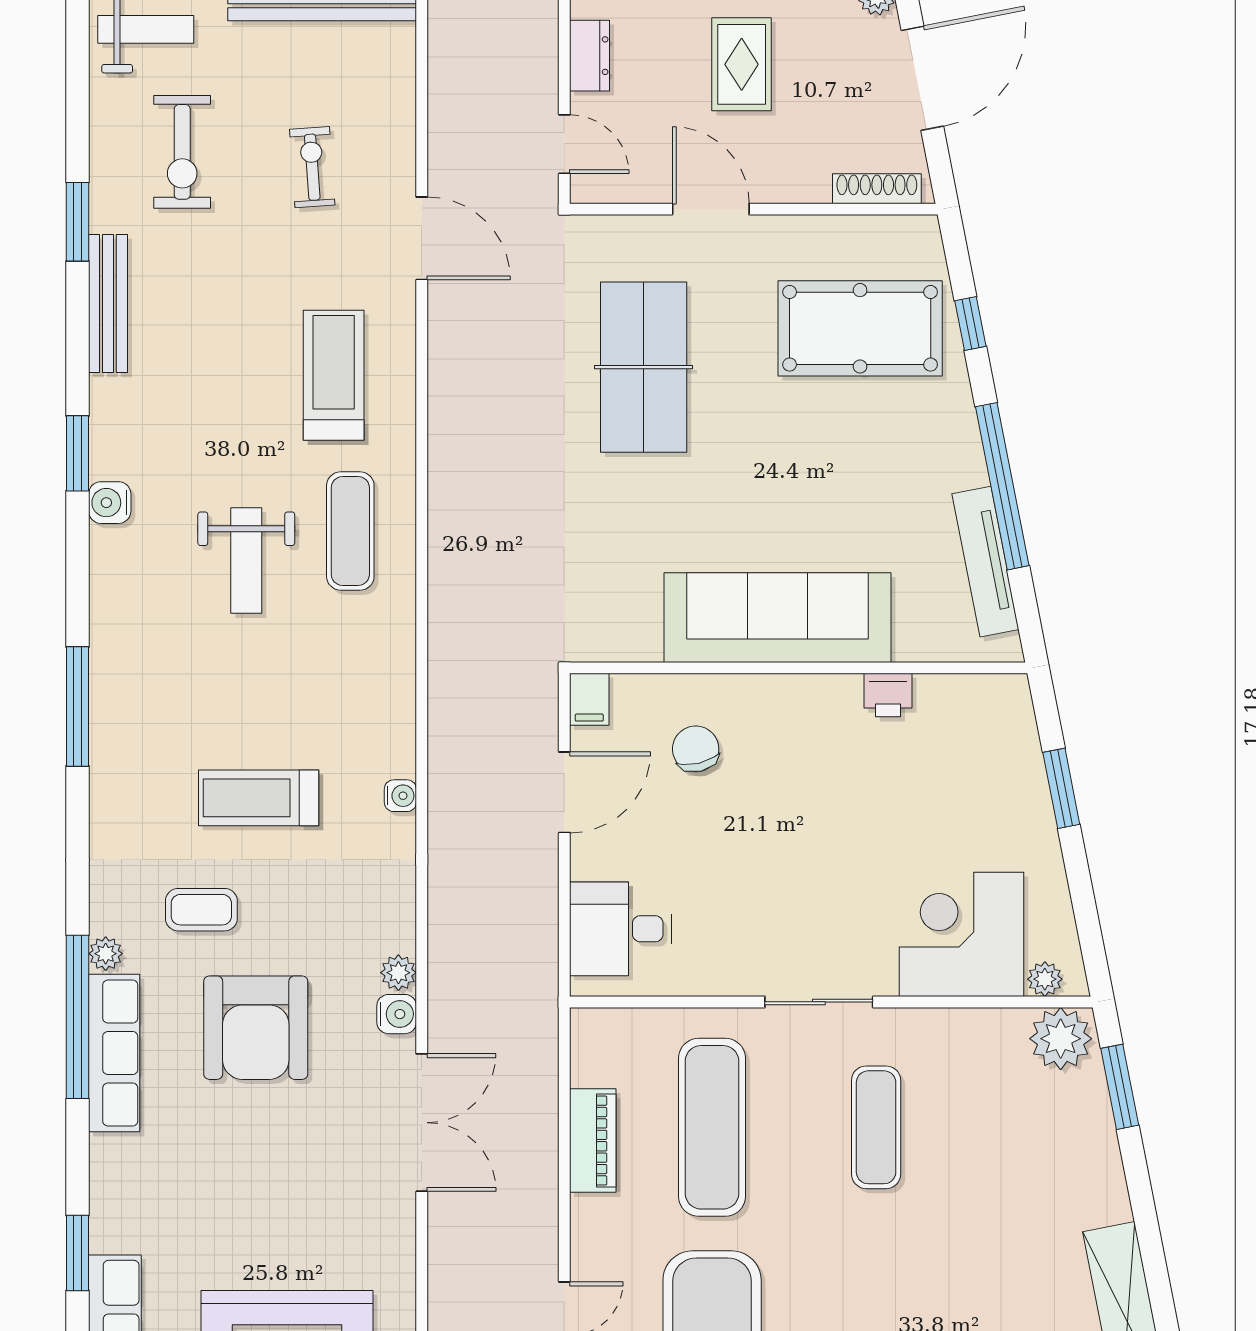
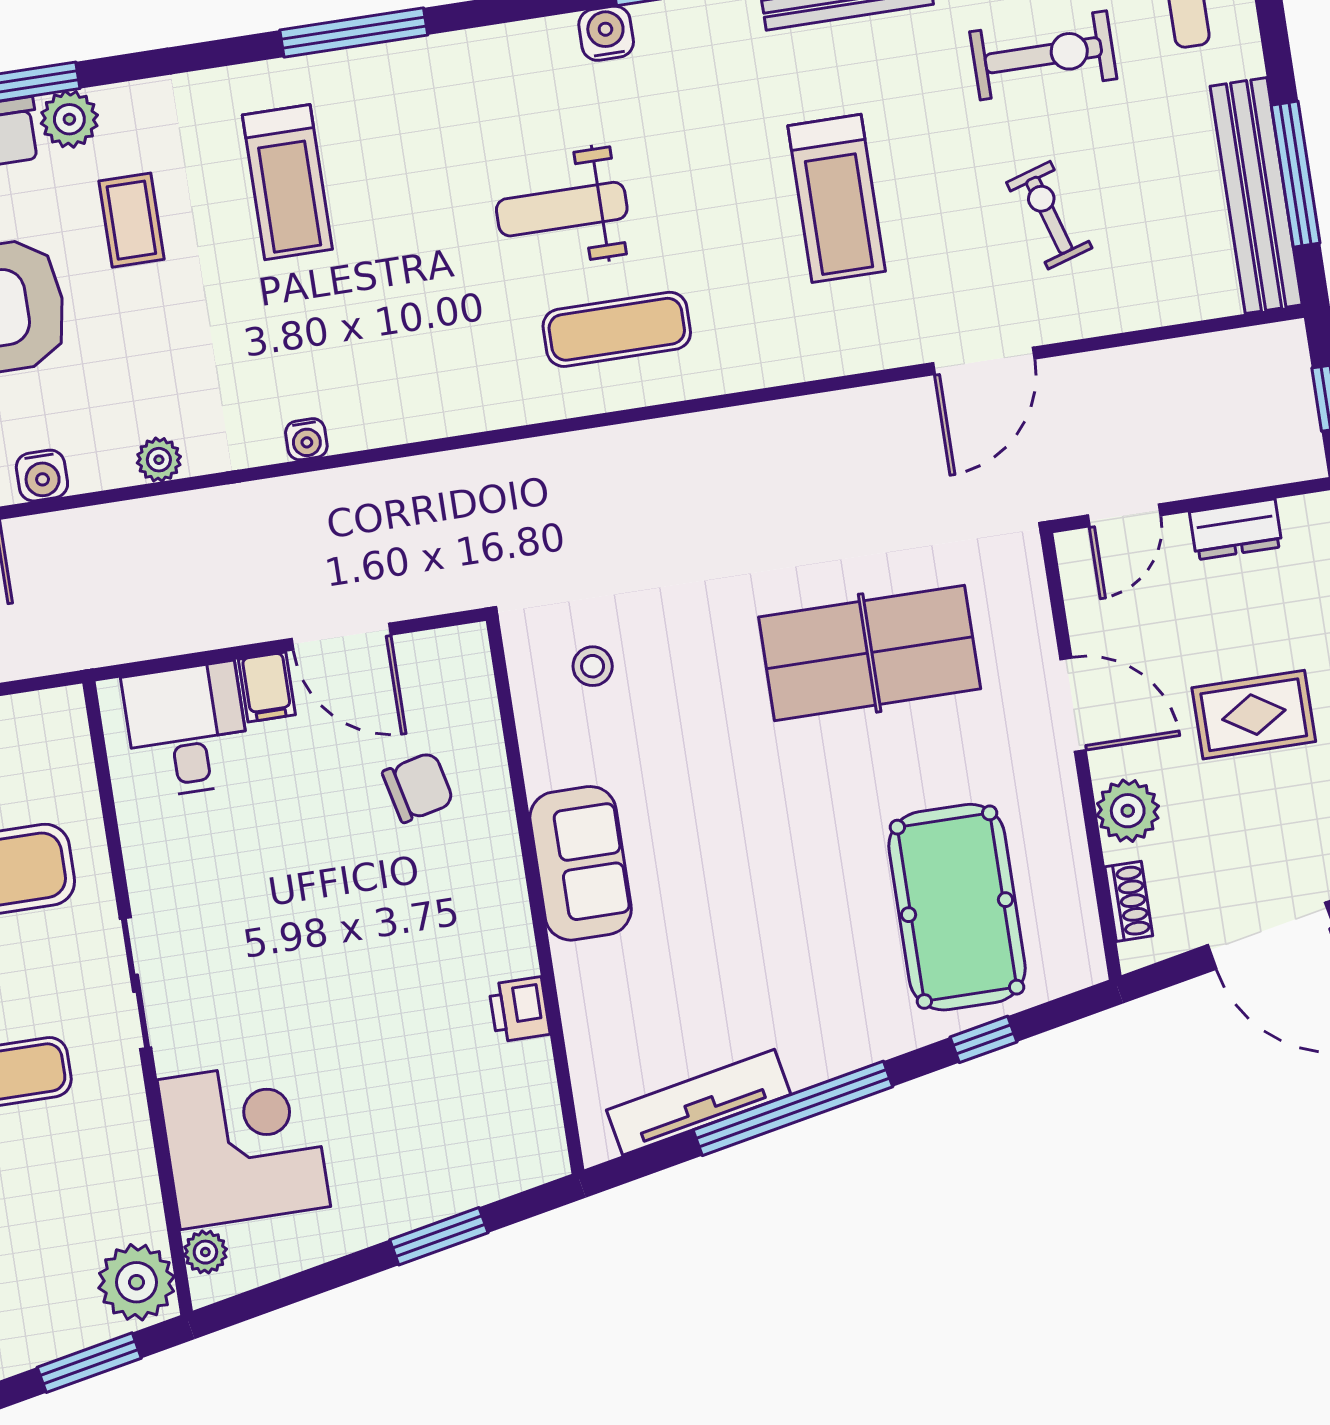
exercise bike: (182, 152) -> (1043, 55), turned 180
exercise bike: (312, 167) -> (1049, 215), turned -103
plant: (803, 178) -> (1128, 811), added
shoe rack: (877, 189) -> (1129, 901), width x0.70
door: (711, 209) -> (1073, 705), hinge flipped
treadmill: (334, 375) -> (837, 198), moved, turned 90
stool: (620, 593) -> (593, 666), added
sofa: (778, 618) -> (581, 863), width x0.54, depth x0.79
filing cabinet: (589, 699) -> (267, 687), moved, turned -90
treadmill: (259, 798) -> (287, 182), moved, turned 180
plant: (106, 954) -> (69, 119), width x1.38, depth x1.38
plant: (398, 973) -> (159, 460), moved

